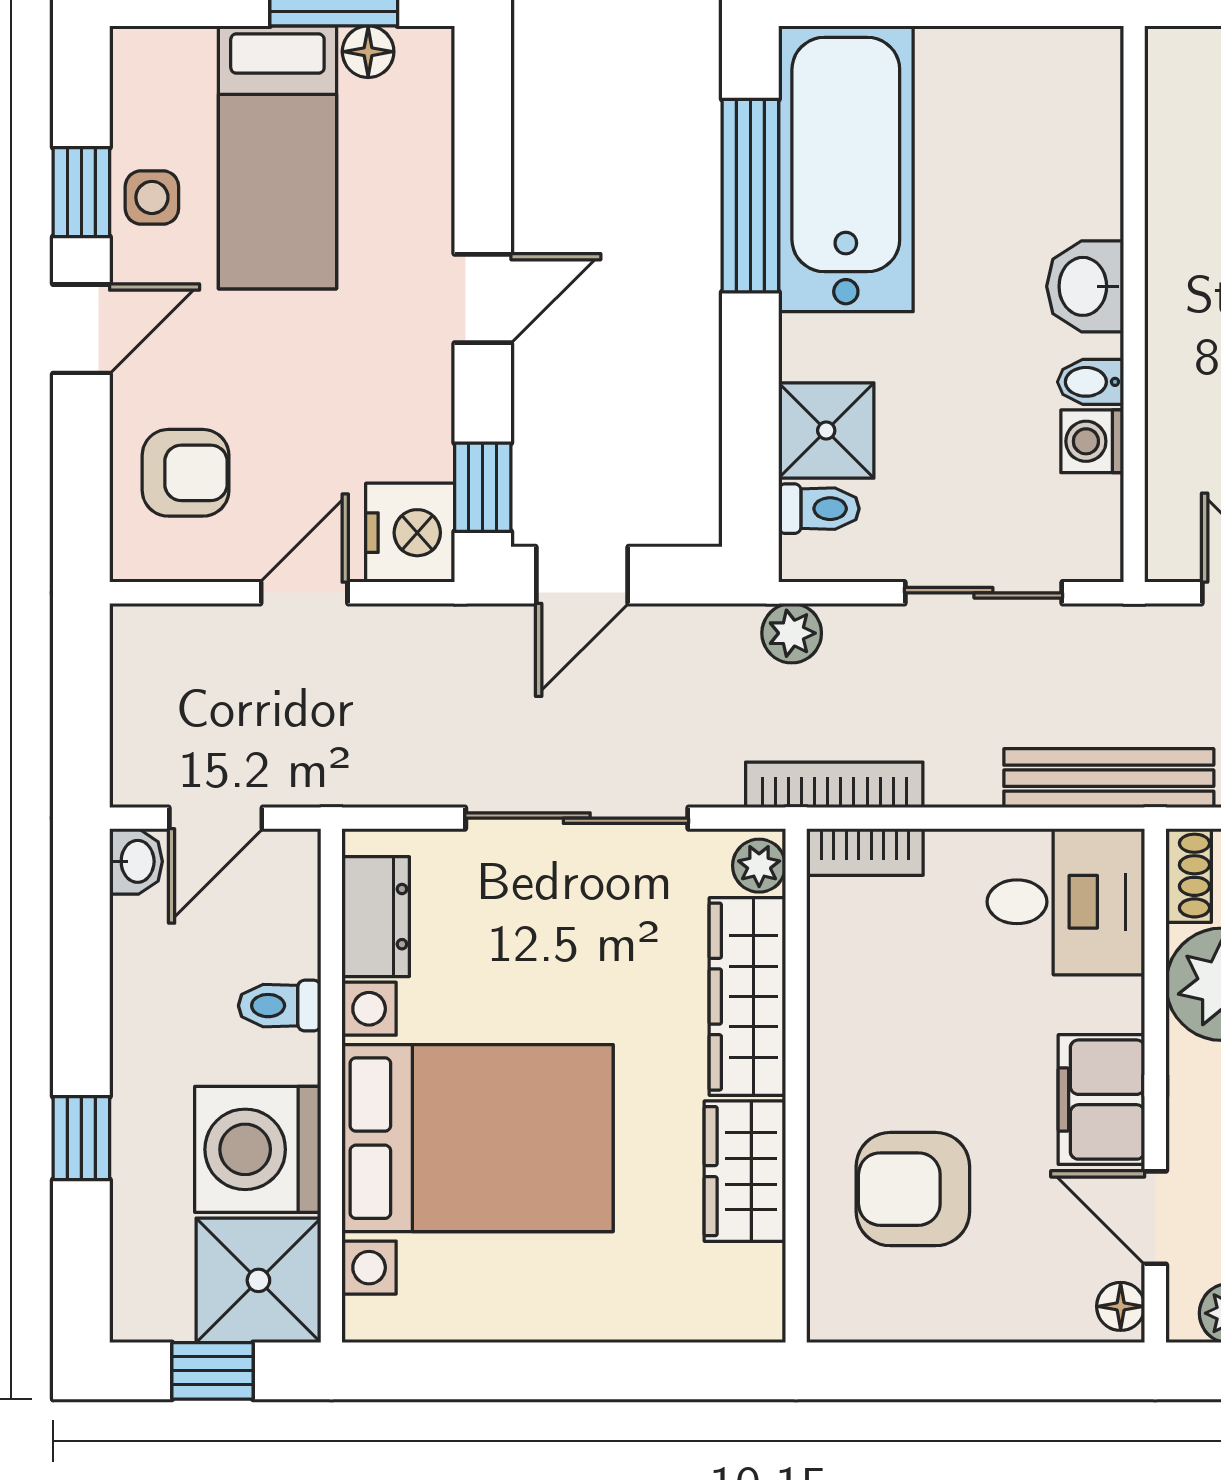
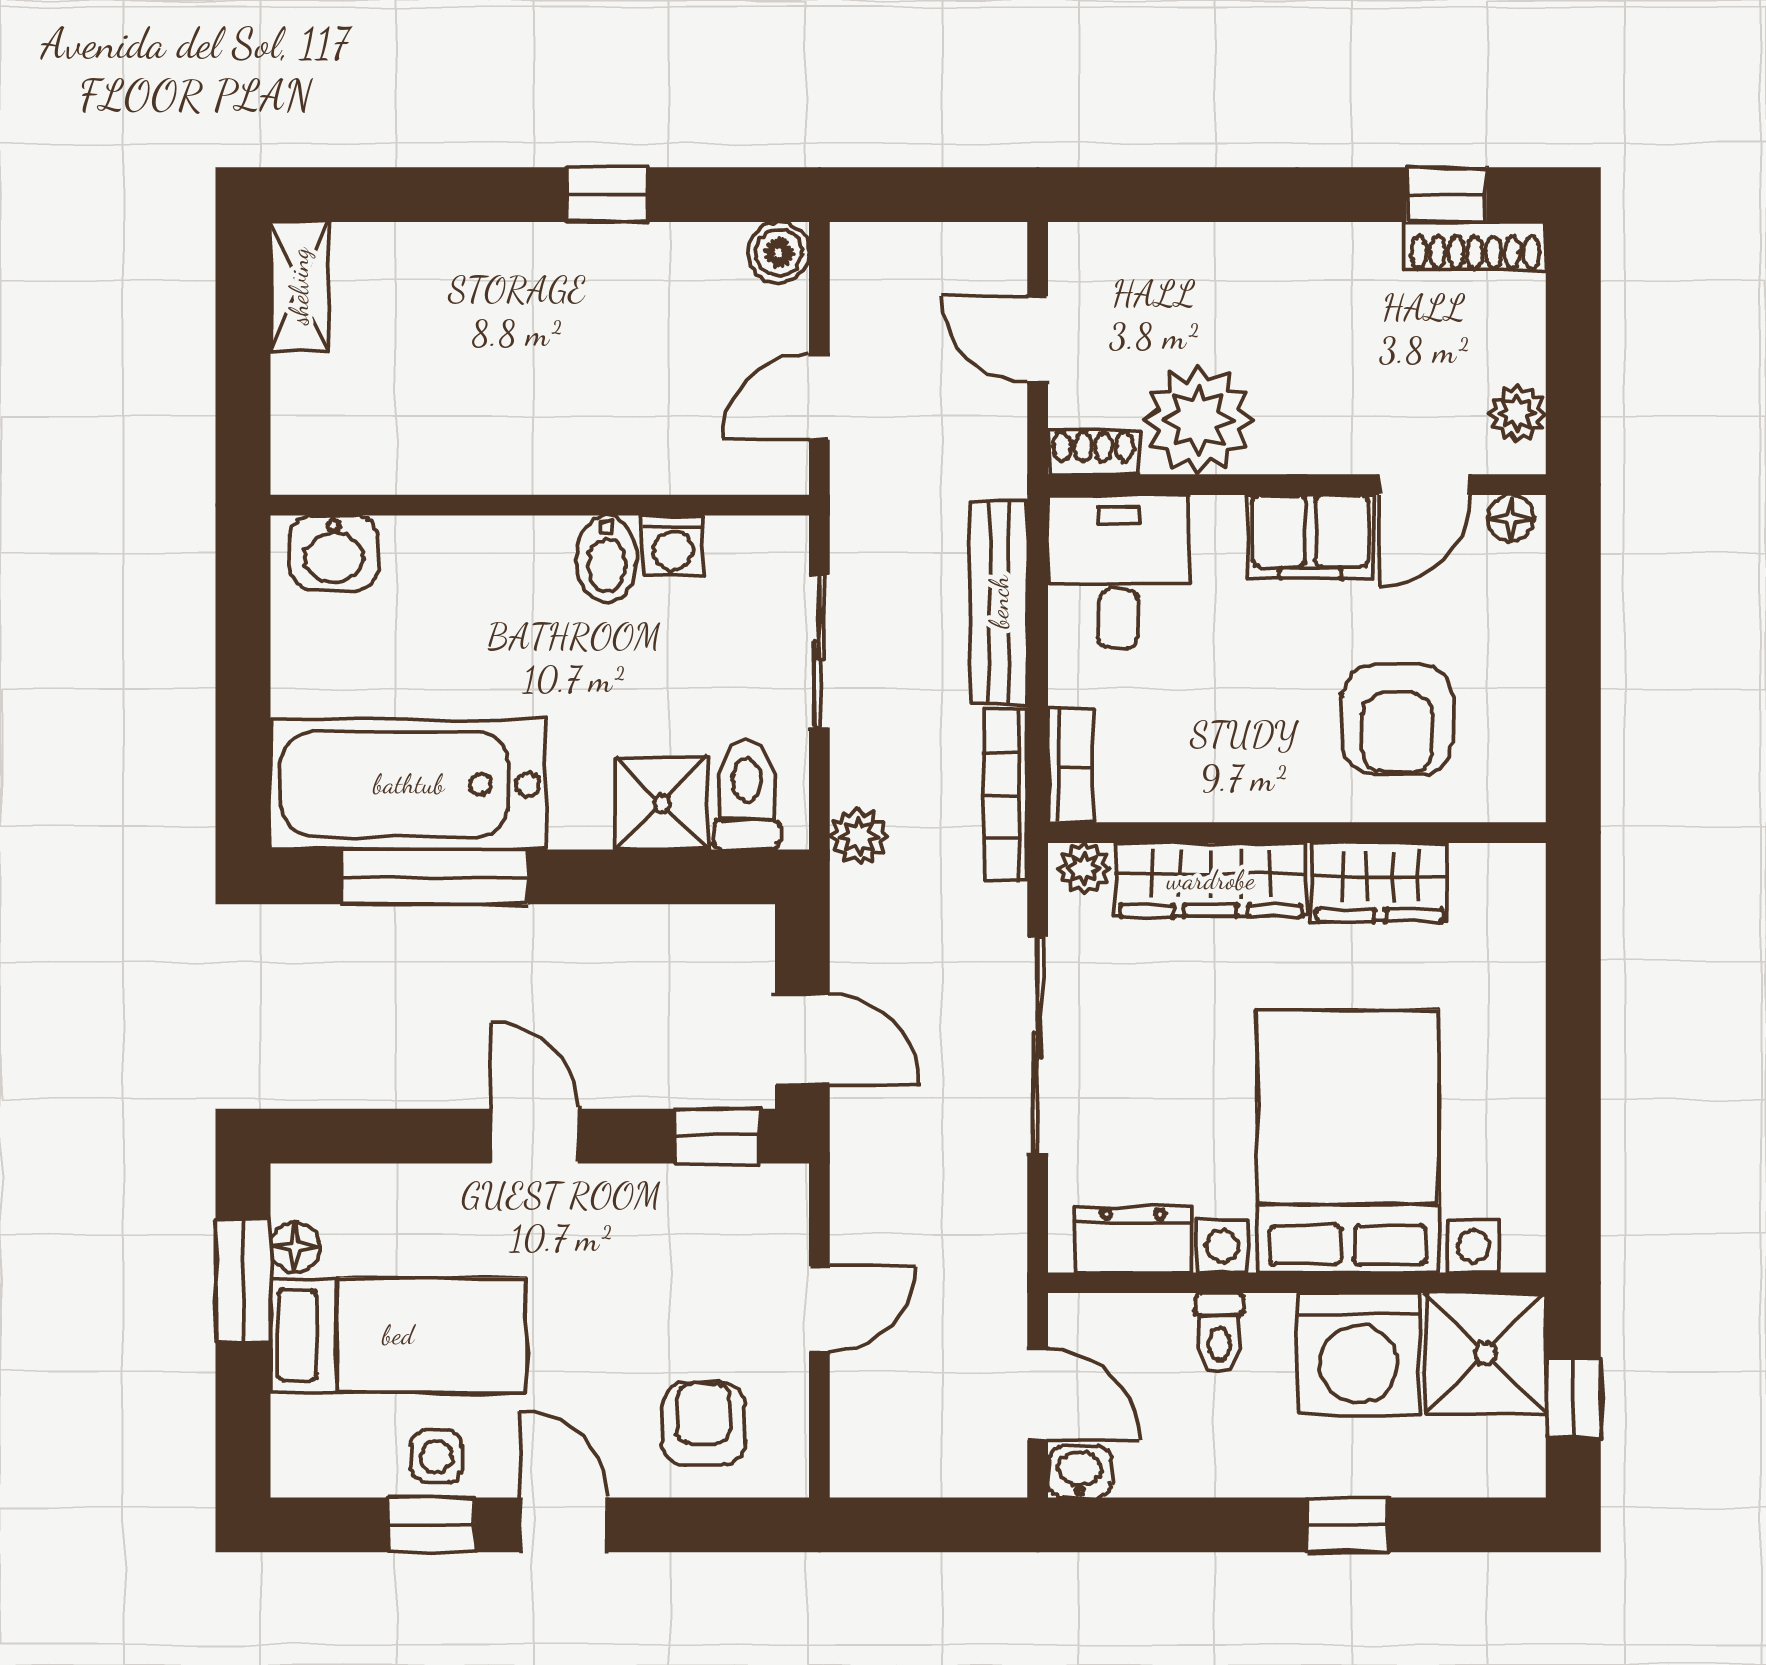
washbasin: (1085, 286) -> (334, 553), moved
bidet: (1091, 382) -> (607, 559), width x1.38, depth x1.36
toilet: (819, 509) -> (747, 795), width x1.37, depth x1.39
nightstand: (410, 533) -> (761, 1206), removed
door: (304, 593) -> (819, 1309), swing flipped
bench: (1109, 778) -> (999, 602), moved

